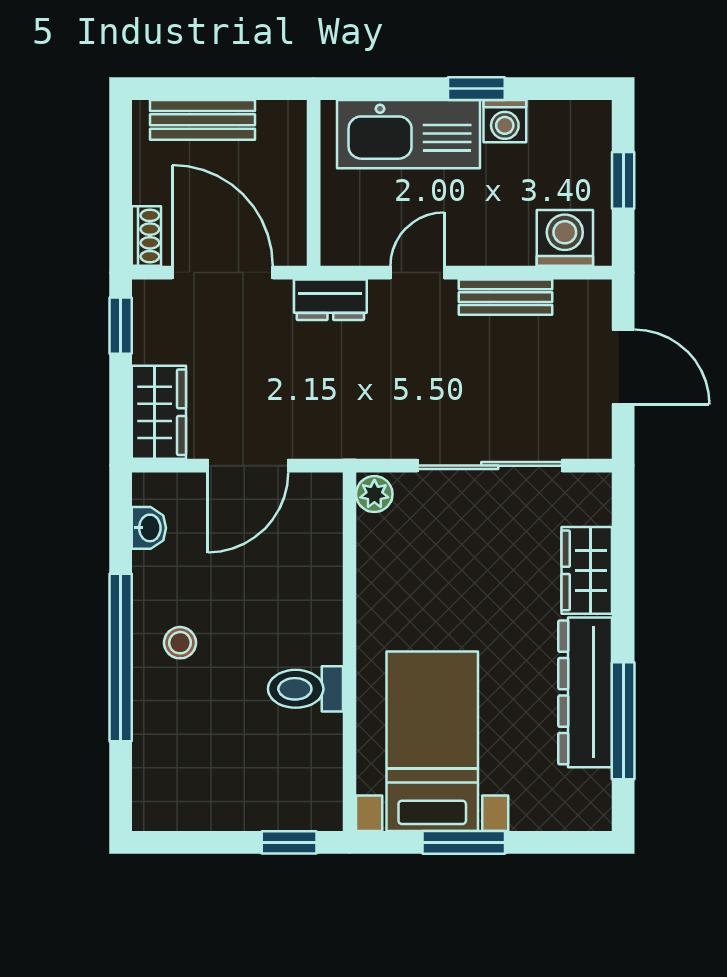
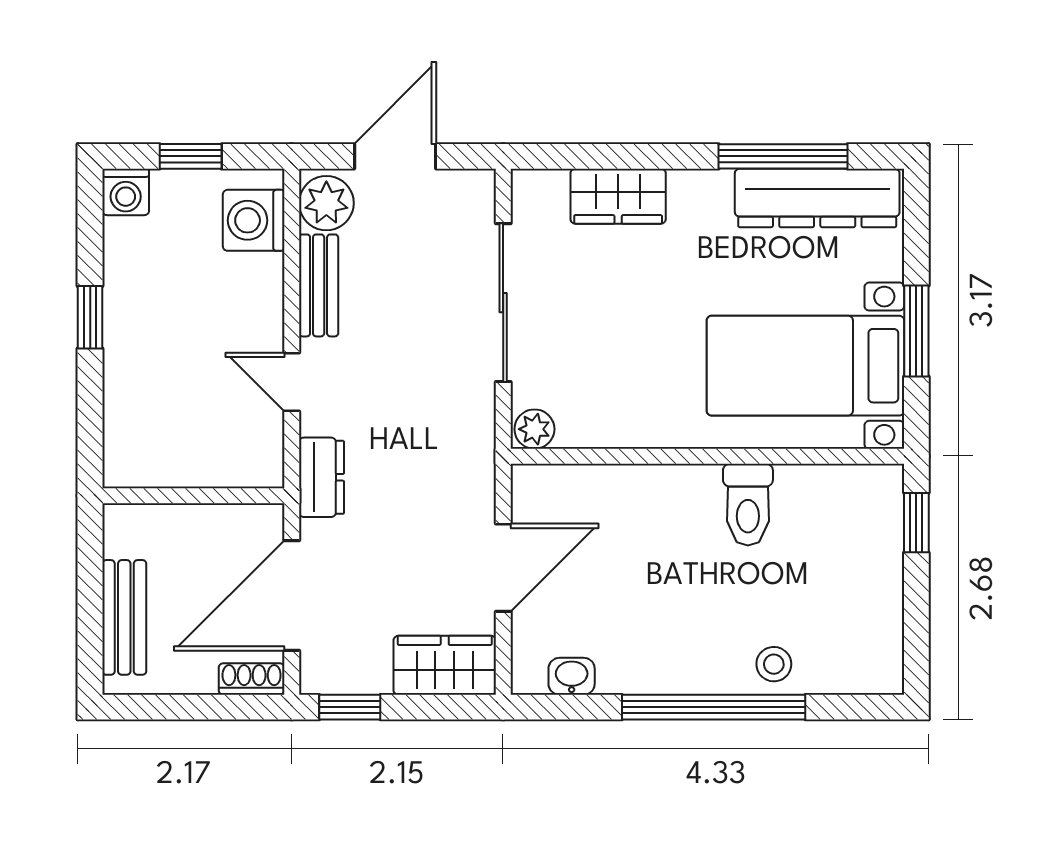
washing machine: (505, 121) -> (126, 192), moved, turned 90
kitchen sink: (409, 134) -> (140, 392), removed
plant: (581, 304) -> (326, 203), added
door: (248, 466) -> (503, 568), hinge flipped
stool: (180, 643) -> (774, 664), moved
dresser: (585, 692) -> (817, 198), moved

